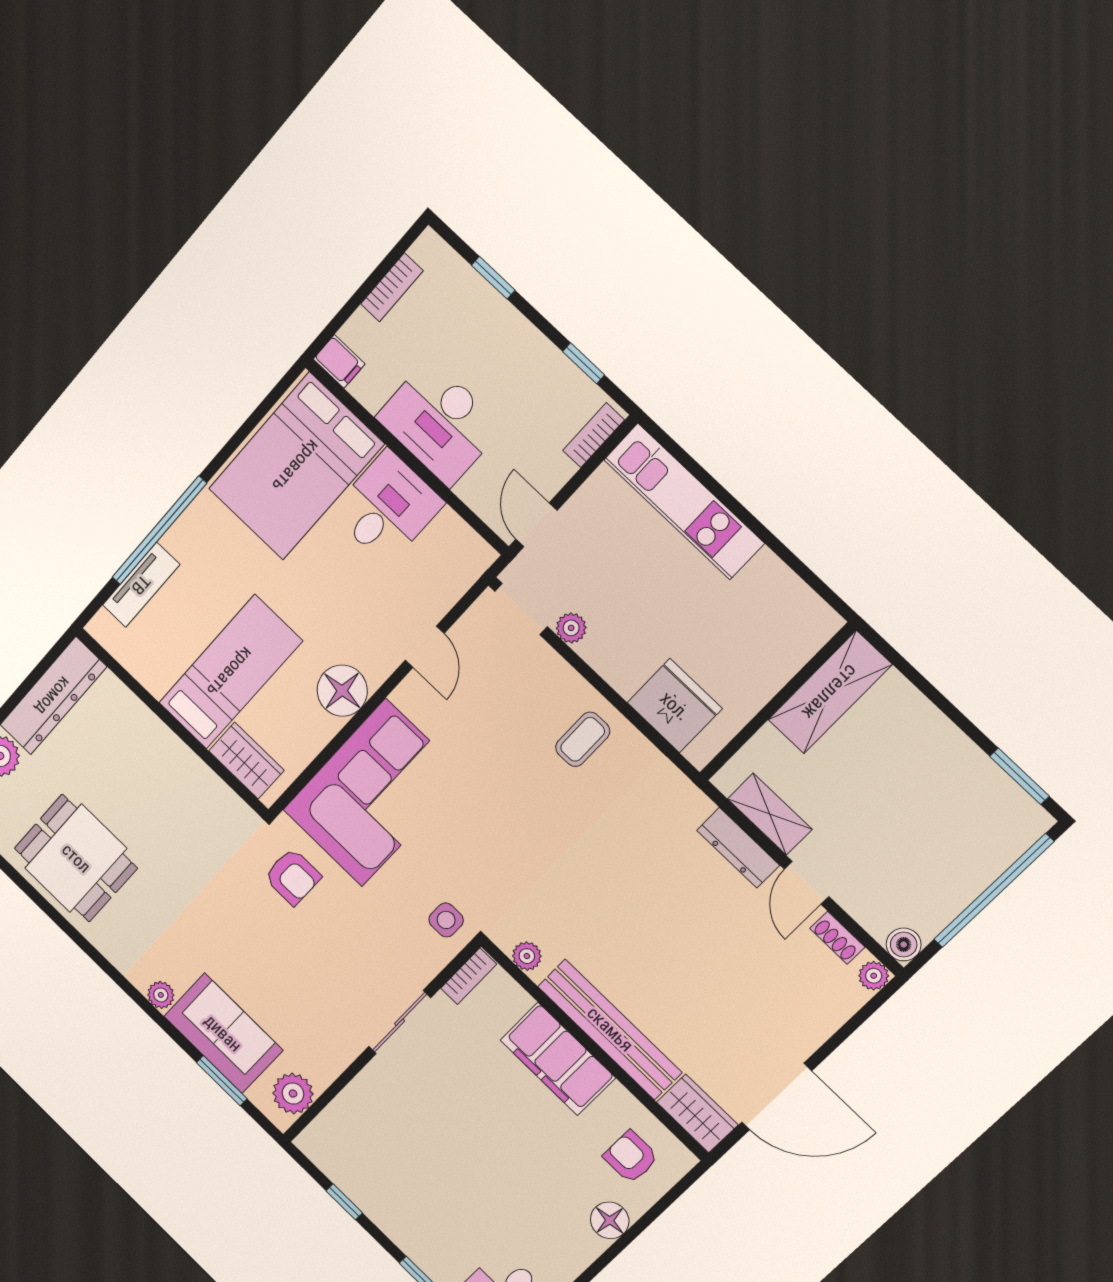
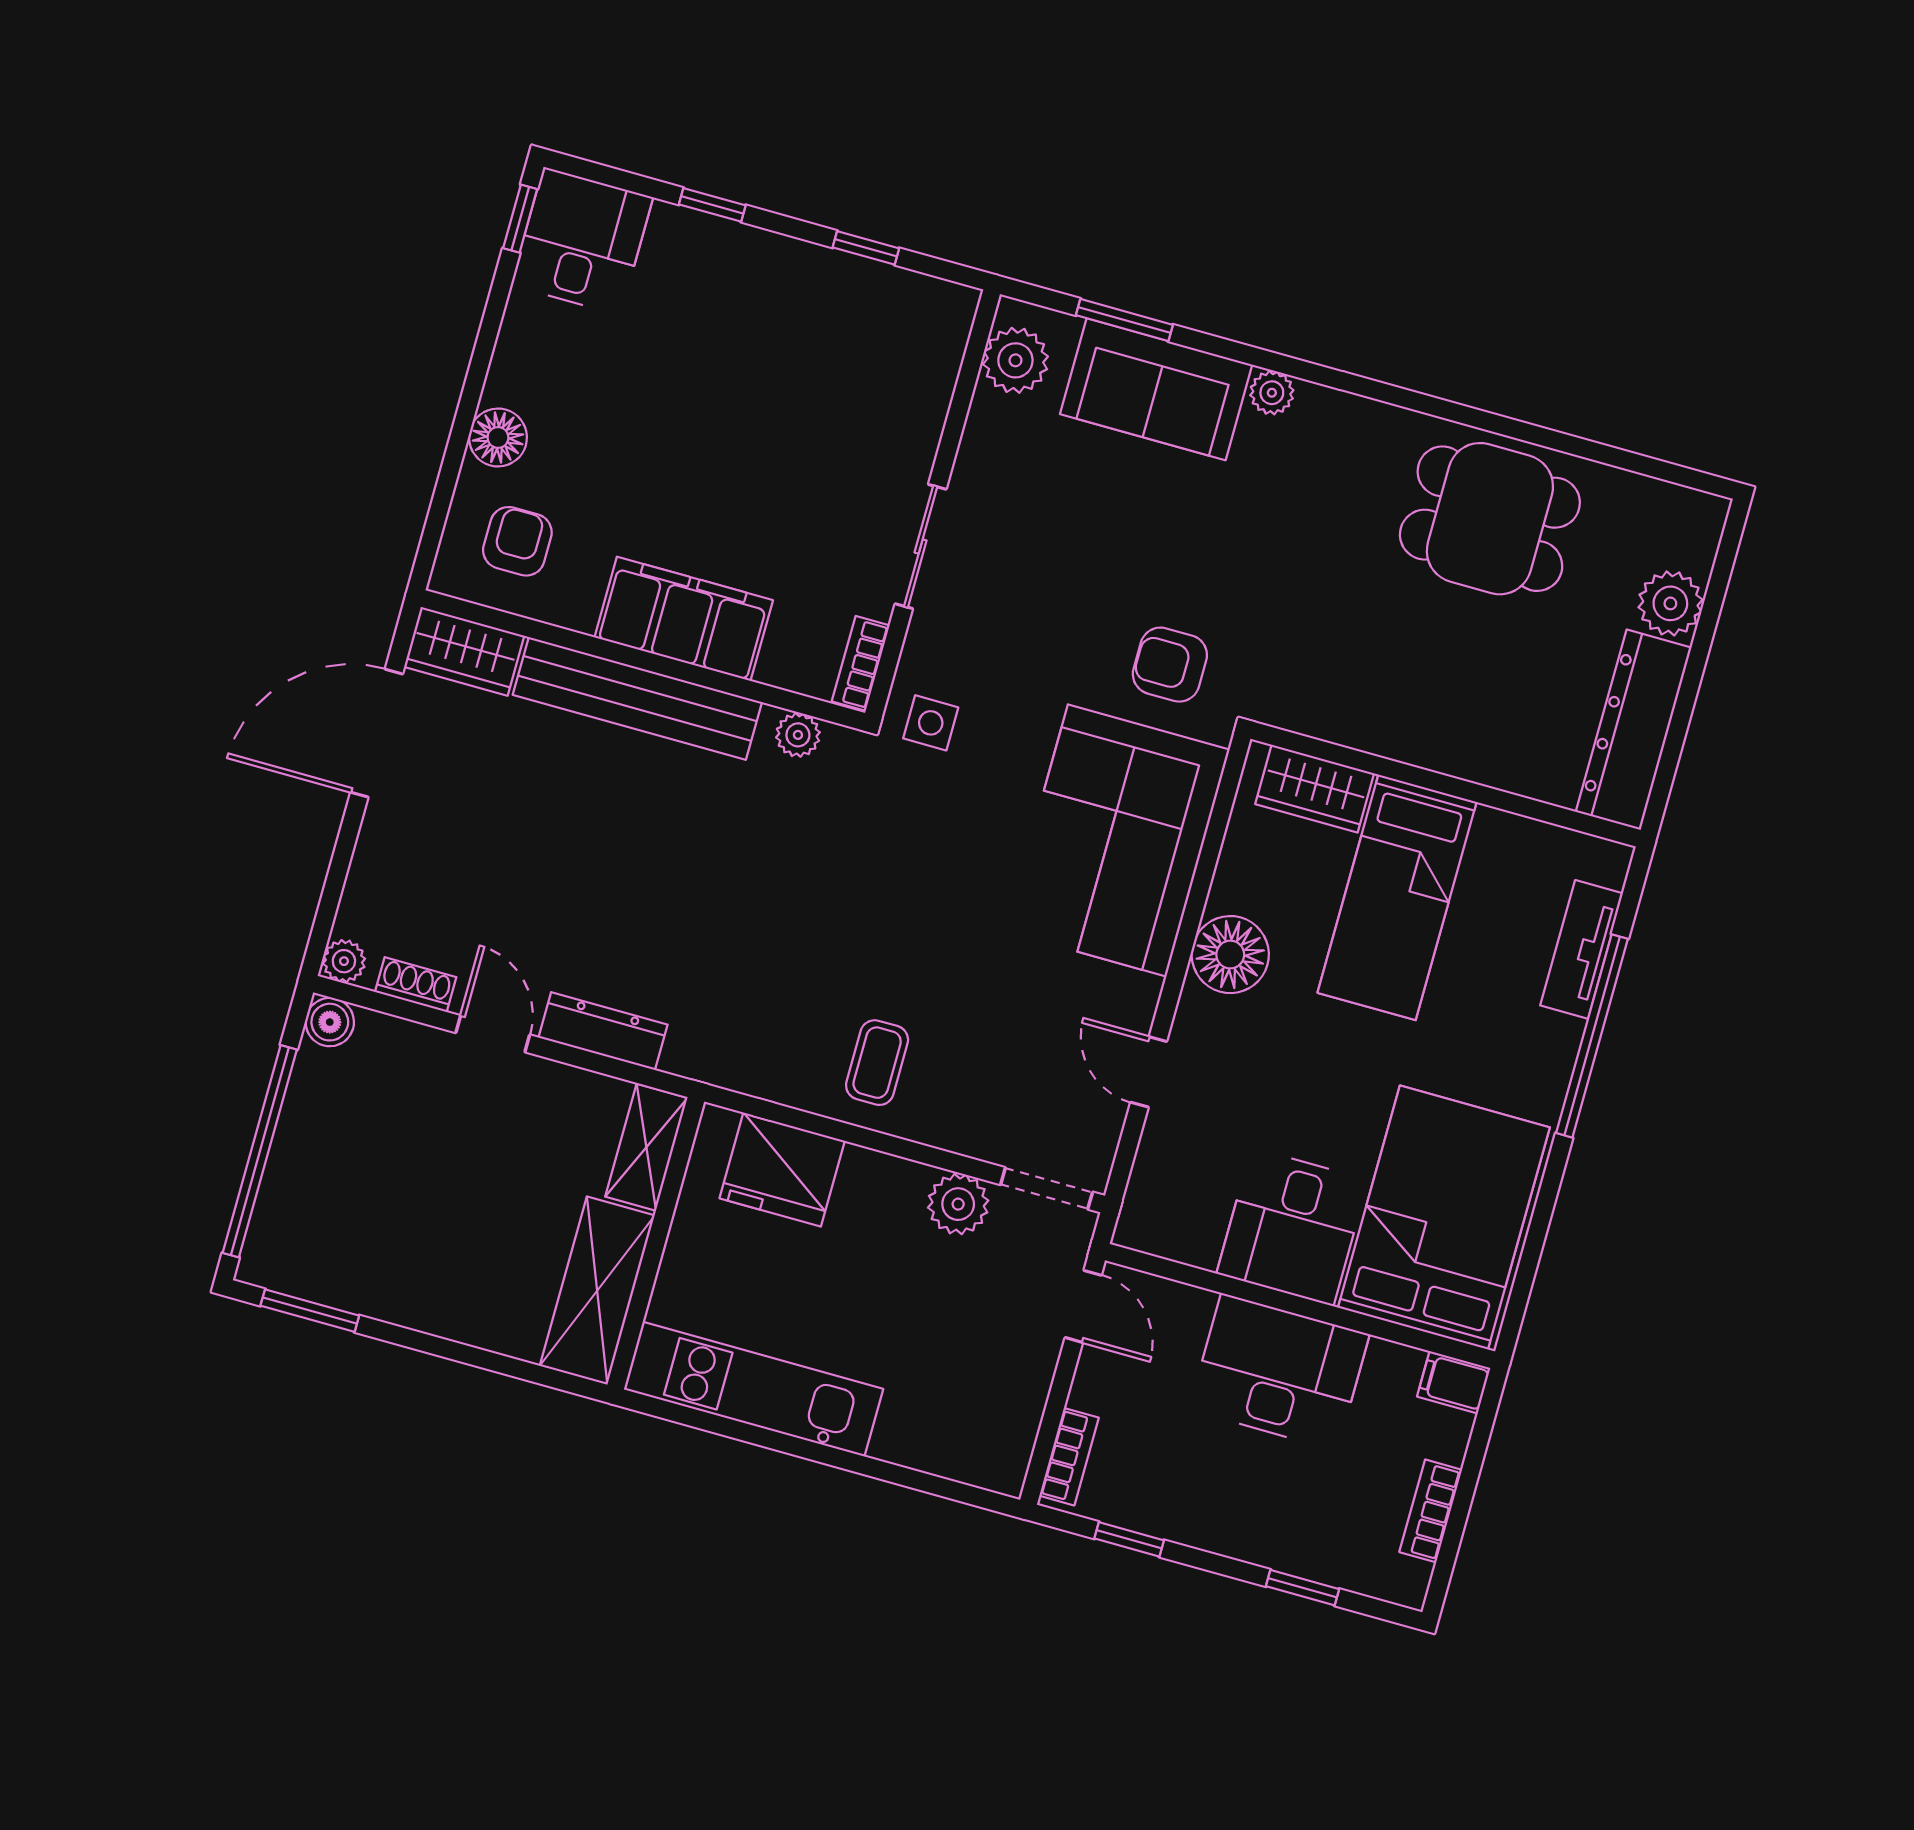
kitchen unit: (684, 501) -> (754, 1389), moved
plant: (571, 628) -> (958, 1204), width x1.38, depth x1.38
shelving: (770, 814) -> (646, 1147), moved, turned 90
armchair: (631, 1157) -> (517, 541), turned -90

